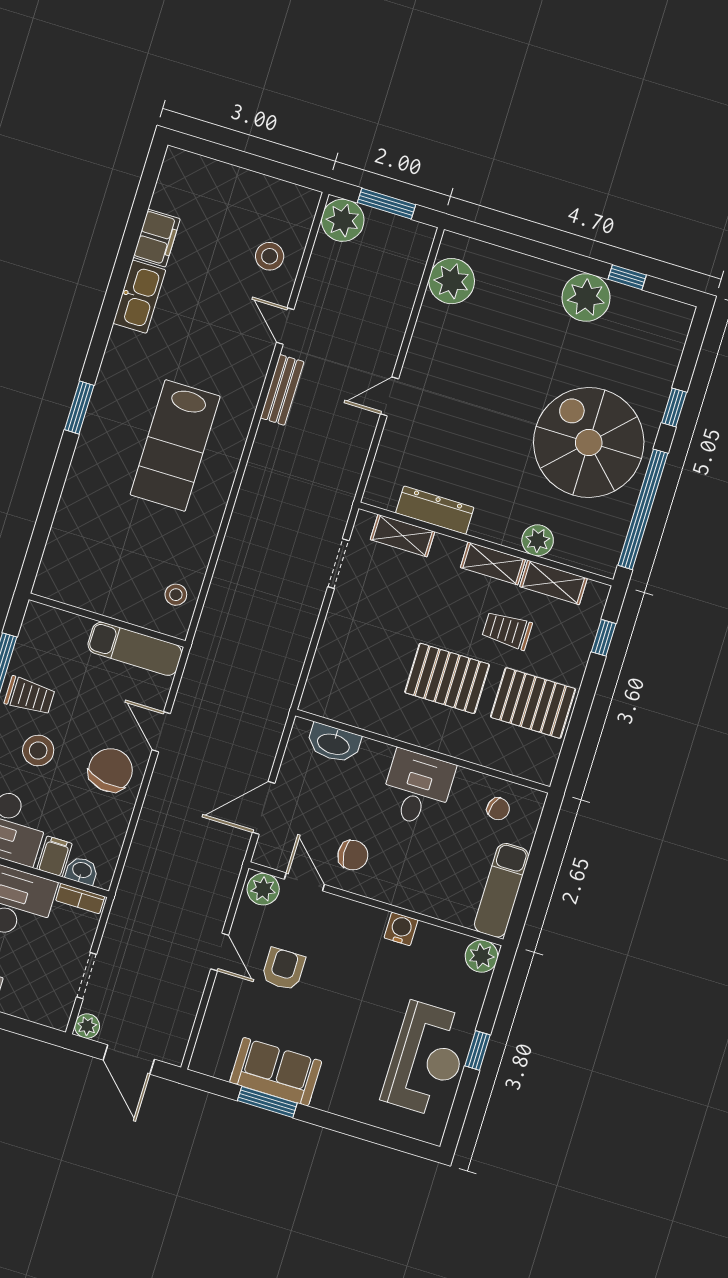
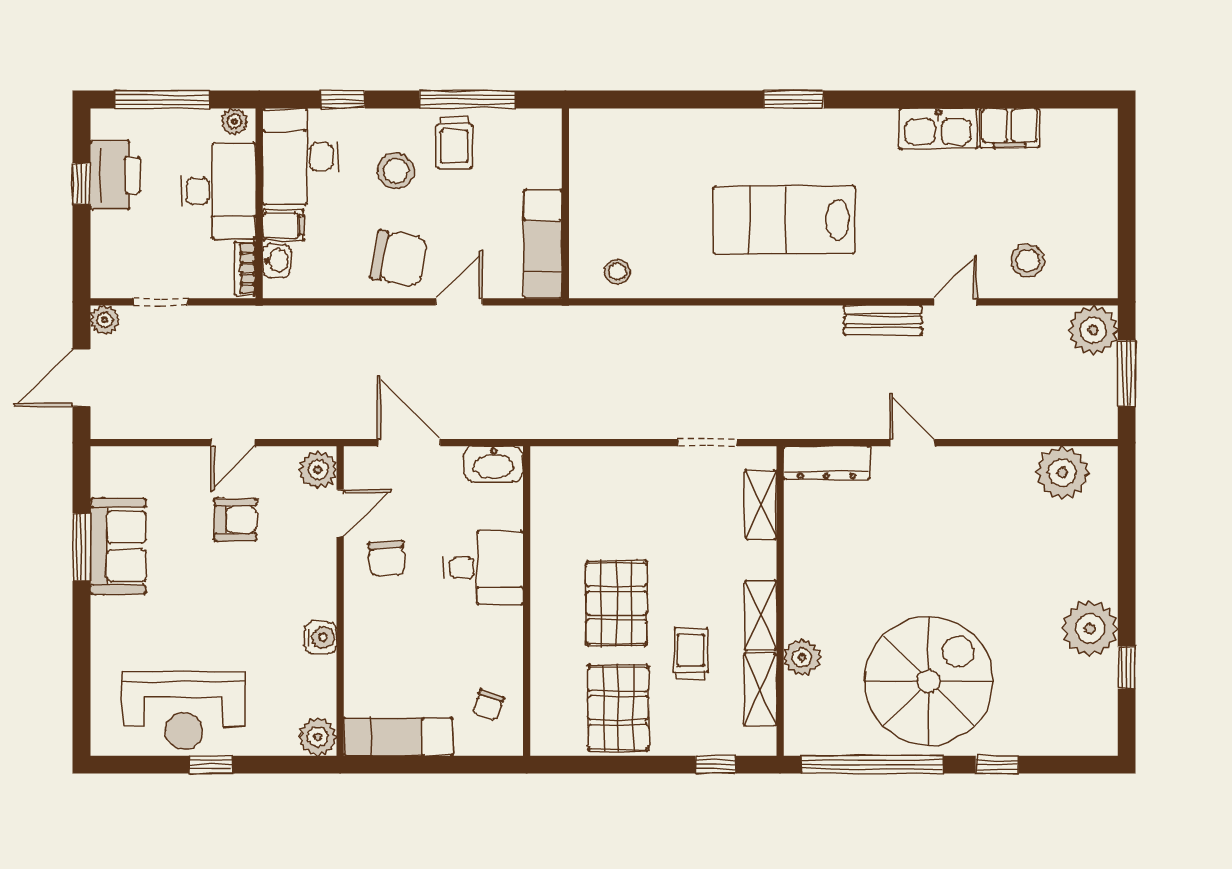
dresser: (435, 510) -> (826, 463), moved, turned 90
washbasin: (334, 743) -> (494, 464), moved, turned -90
desk: (417, 788) -> (483, 568), moved

